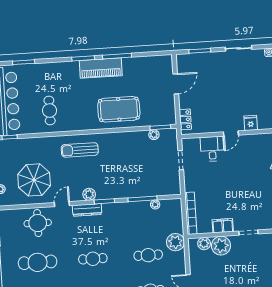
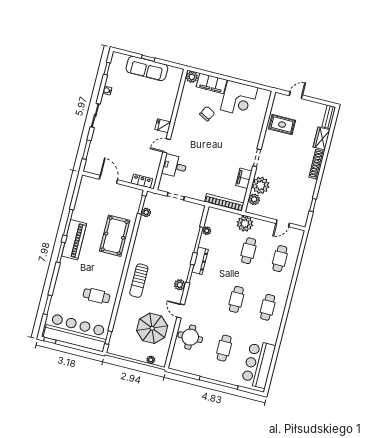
door: (231, 133) -> (167, 146), swing flipped
dresser: (87, 210) -> (200, 261), moved
cafe table: (38, 262) -> (224, 348), width x0.73, depth x0.74

